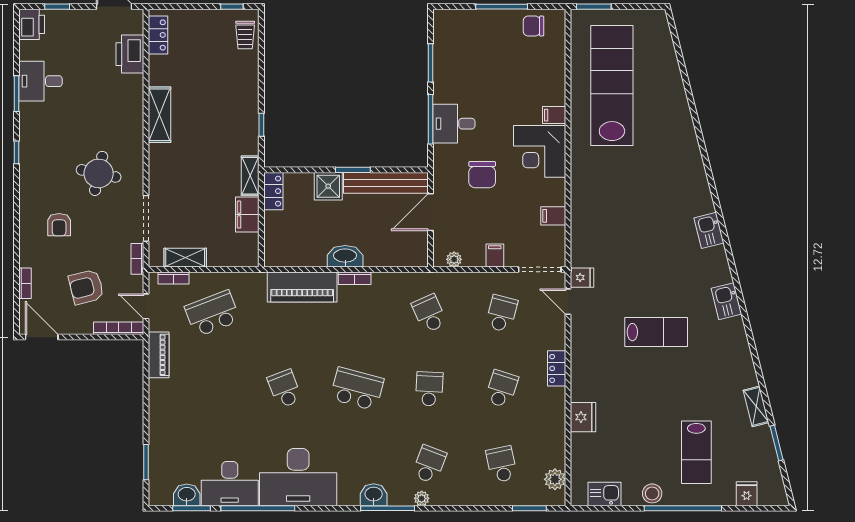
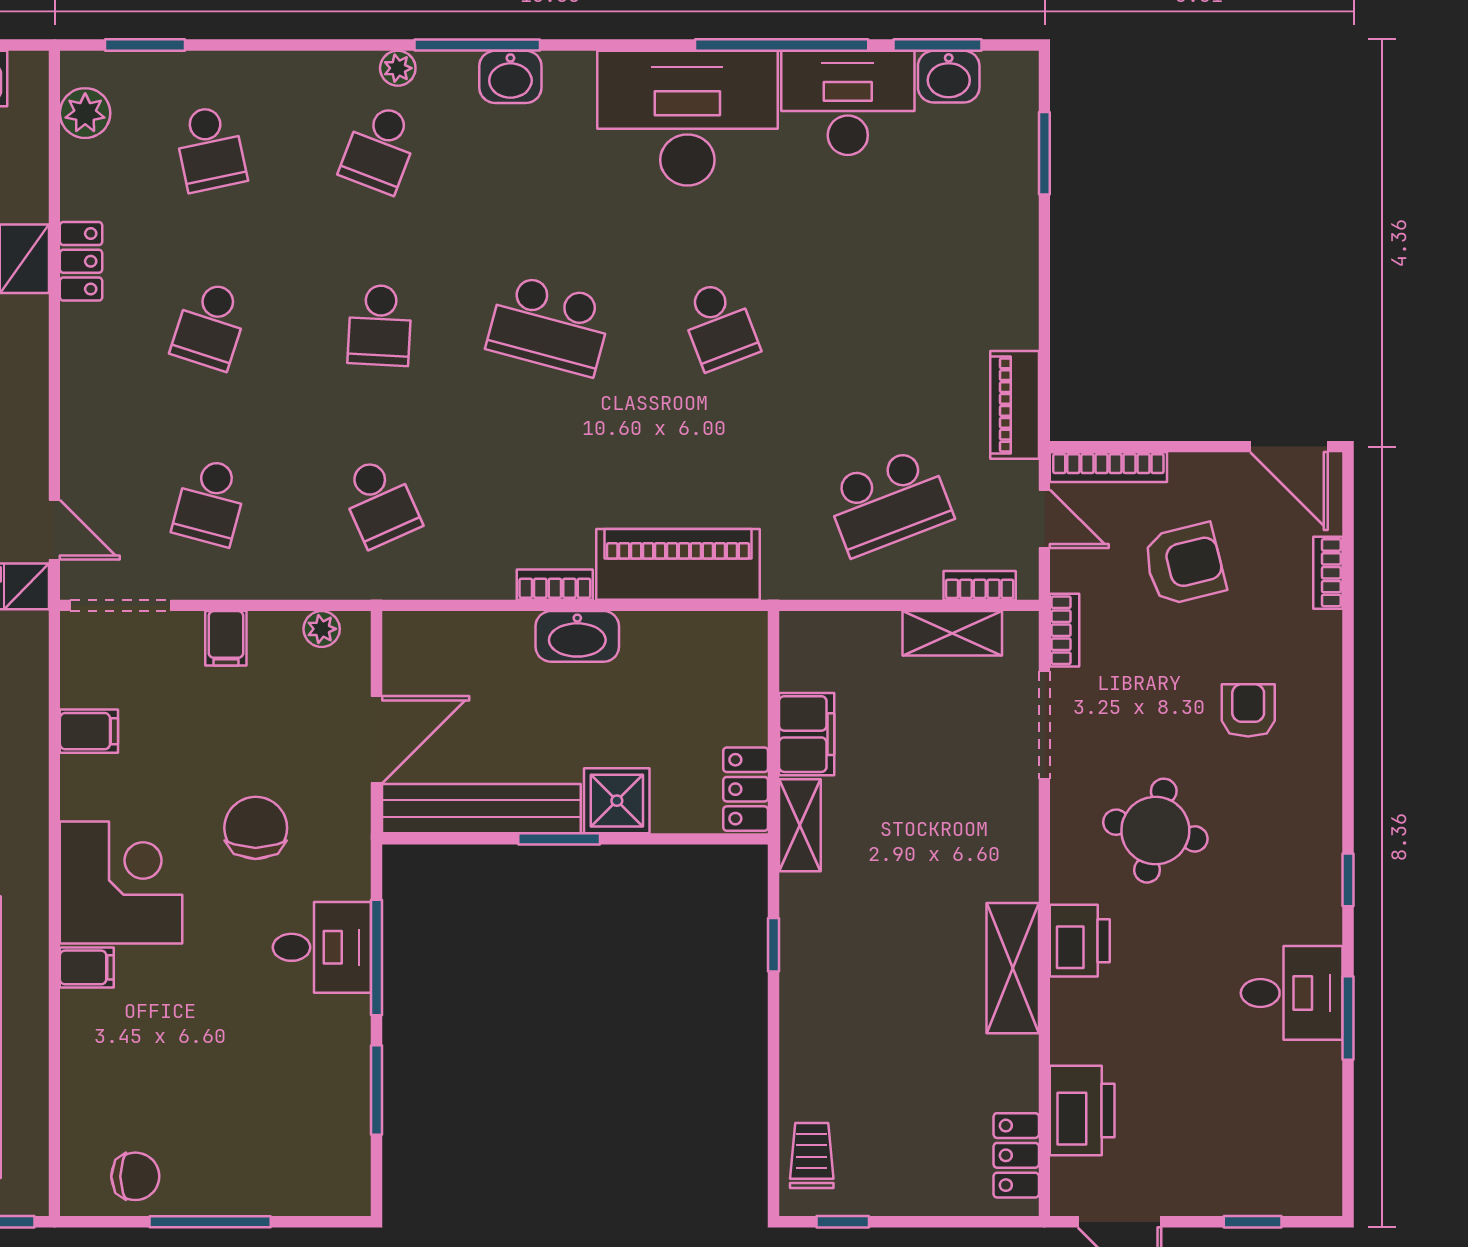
printer: (32, 24) -> (1080, 941), moved, turned 180
desk: (41, 81) -> (1292, 993), moved
locker: (557, 368) -> (81, 261), moved

